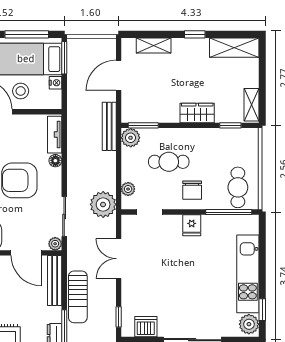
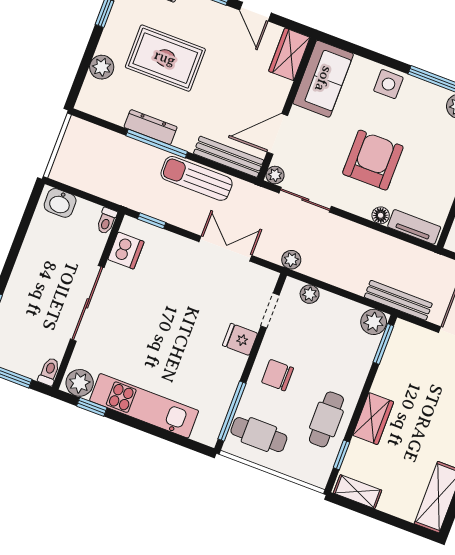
cafe table: (169, 162) -> (326, 419), moved
plant: (103, 204) -> (291, 260), width x0.53, depth x0.53
fridge: (192, 225) -> (240, 339), moved

